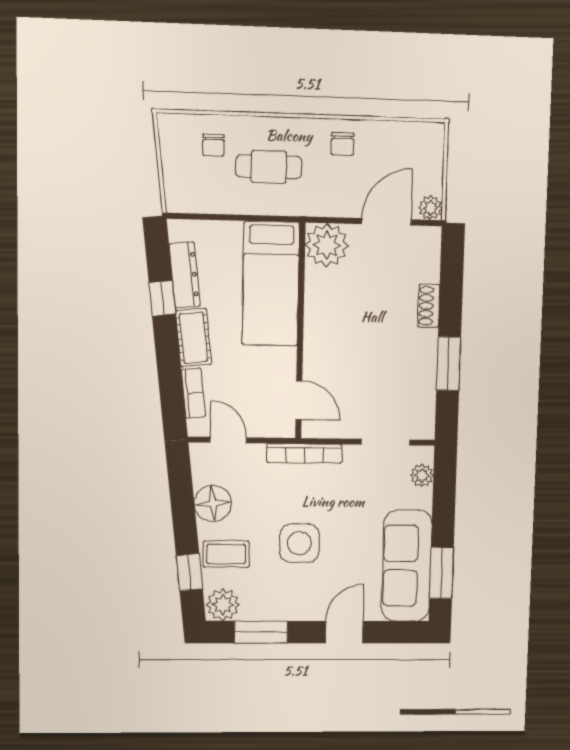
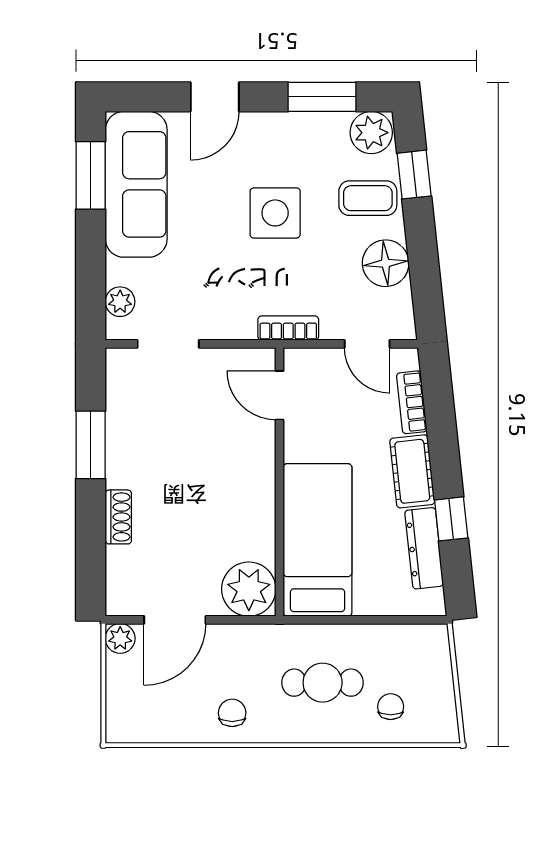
bookcase: (304, 453) -> (288, 328), width x0.64

